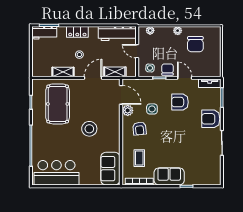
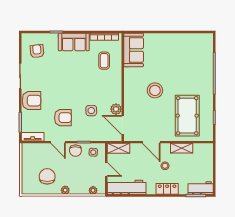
shelving: (115, 72) -> (119, 148), moved
door: (93, 78) -> (151, 142), hinge flipped
armchair: (139, 129) -> (37, 51), moved
bar counter: (56, 173) -> (188, 46), removed

